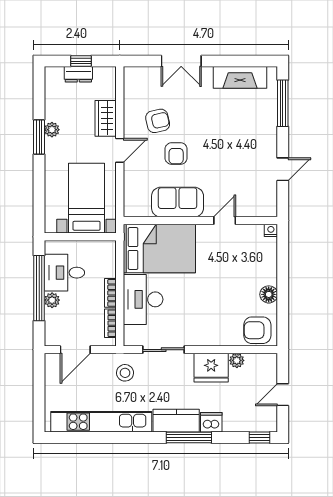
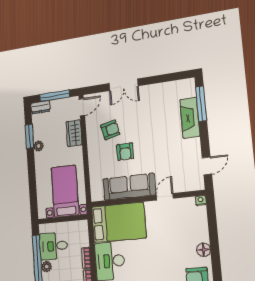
window: (81, 61) -> (55, 96), width x2.17
dresser: (78, 74) -> (40, 107), moved
fireplace: (240, 77) -> (190, 118), moved, turned 90
window: (39, 137) -> (29, 136), moved
door: (120, 150) -> (82, 107), moved
door: (283, 169) -> (207, 166), moved
sofa: (178, 202) -> (129, 187), width x1.36

